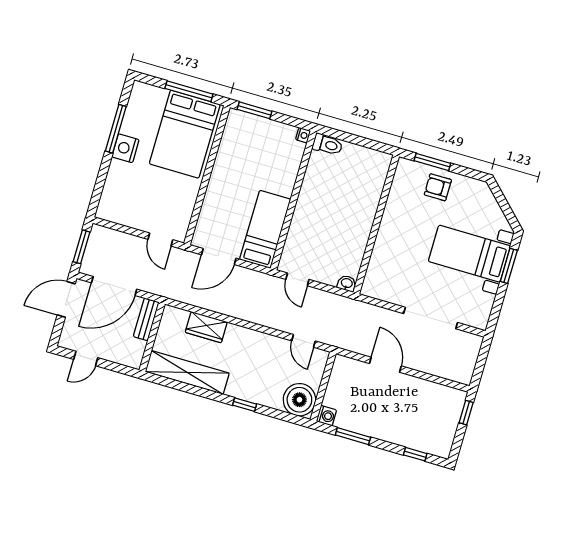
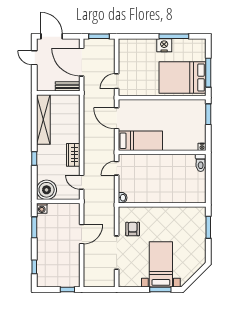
armchair: (438, 187) -> (133, 229), moved
door: (66, 299) -> (52, 36), moved
wardrobe: (206, 327) -> (73, 155), moved
door: (303, 341) -> (82, 182), hinge flipped

